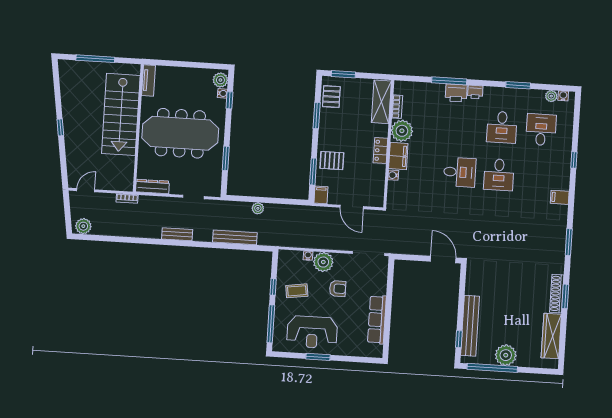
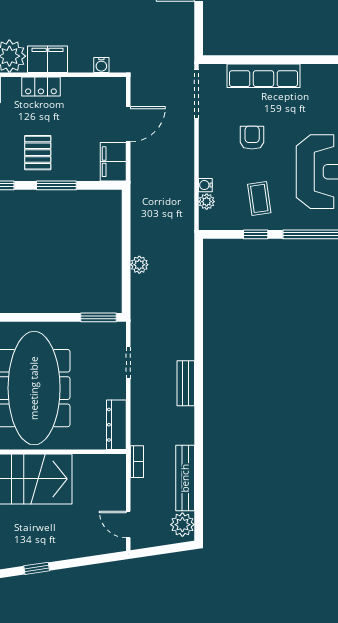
window: (226, 158) -> (98, 317), moved
pallet: (332, 161) -> (38, 153), moved
window: (313, 172) -> (56, 185), moved
water cooler: (393, 175) -> (101, 65), moved
filing cabinet: (321, 195) -> (113, 162), width x2.00
bench: (235, 237) -> (185, 478), moved
plant: (323, 262) -> (207, 202), moved, width x0.53, depth x0.53
row of seats: (377, 320) -> (263, 76), moved

